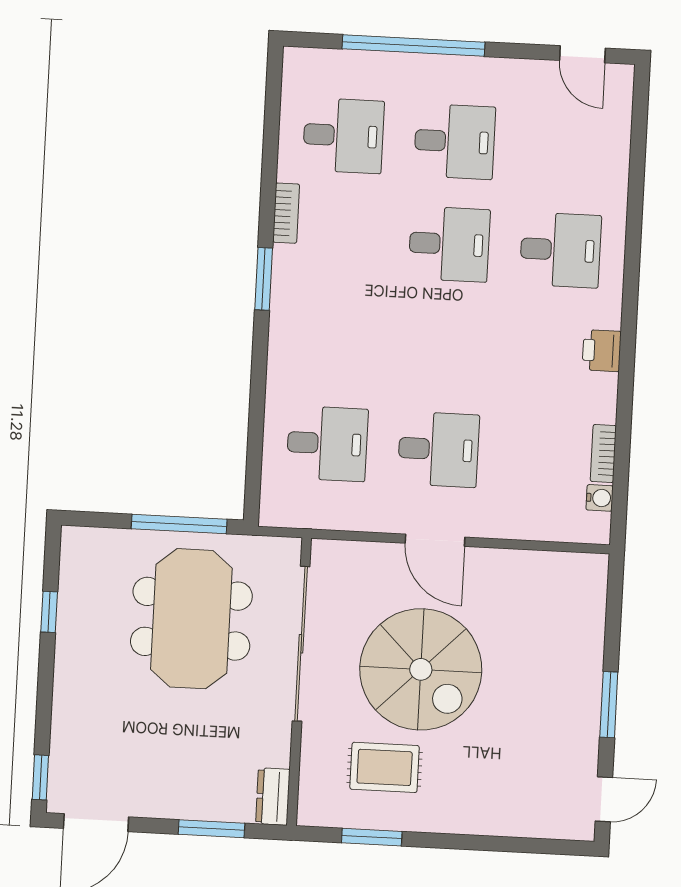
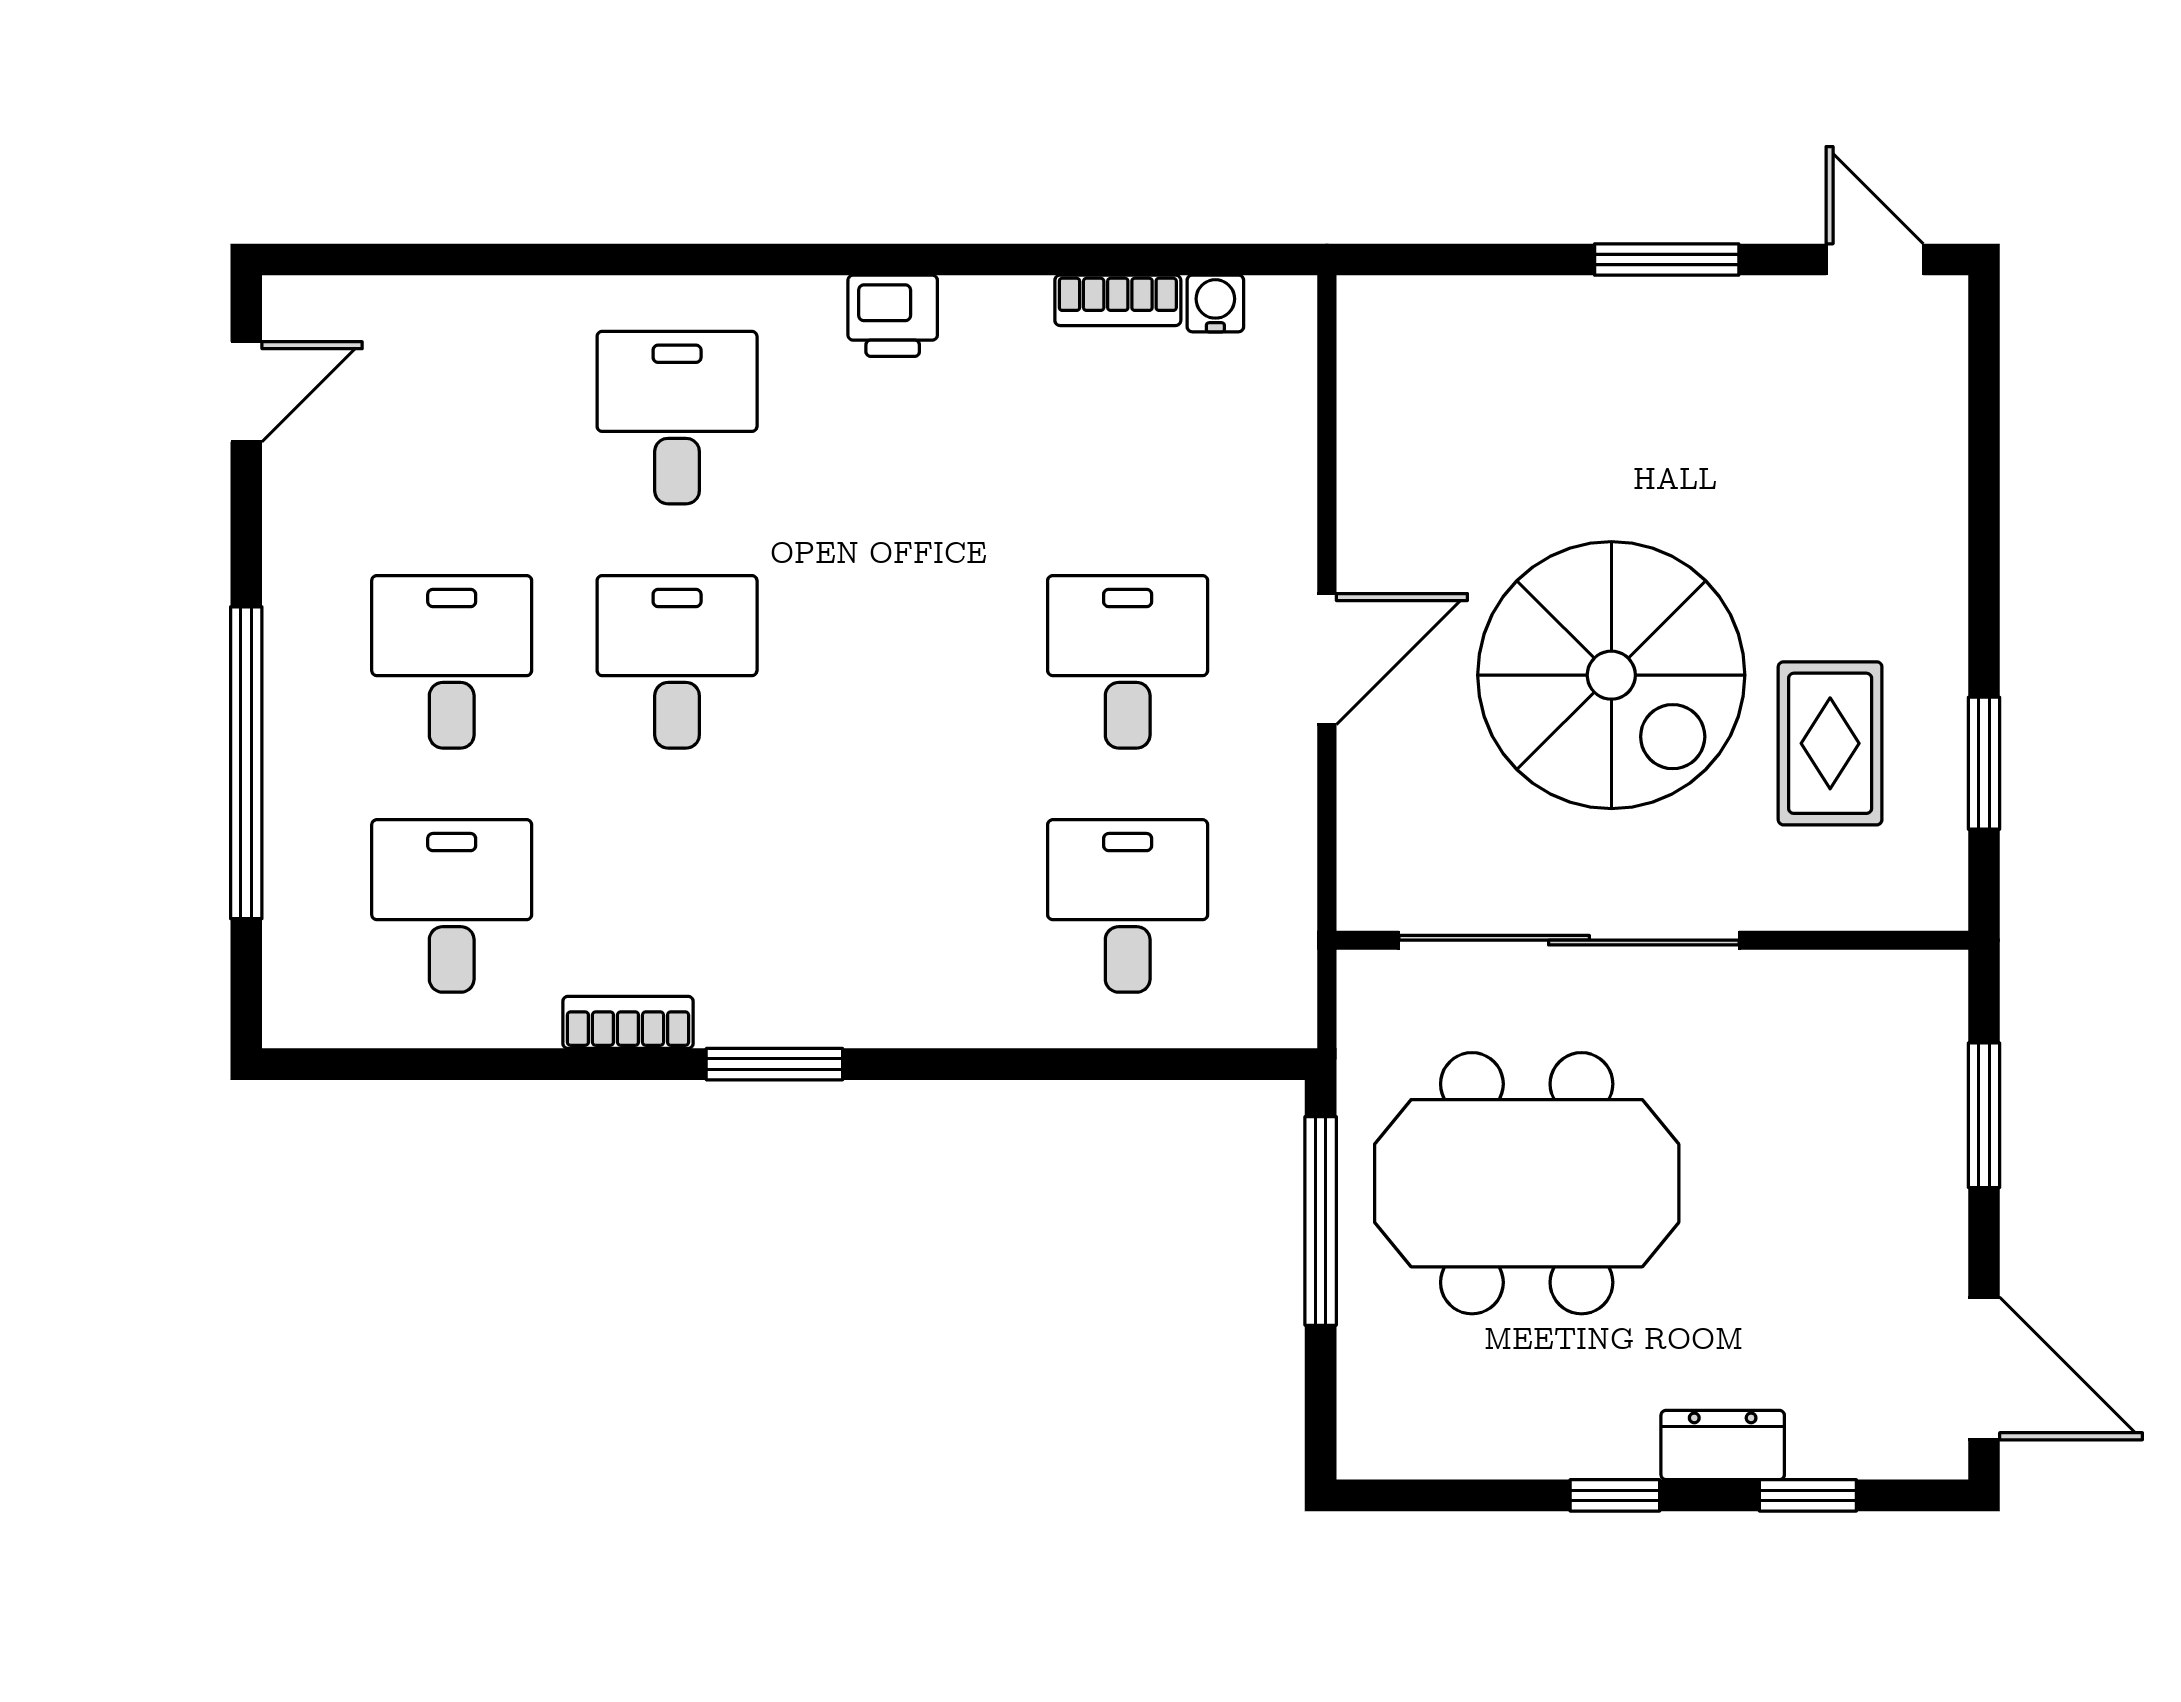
window: (49, 612) -> (1615, 1495), moved
spiral stairs: (421, 669) -> (1611, 675), turned 90
window: (40, 777) -> (1808, 1495), moved
dresser: (273, 797) -> (1723, 1445), moved, turned 180

